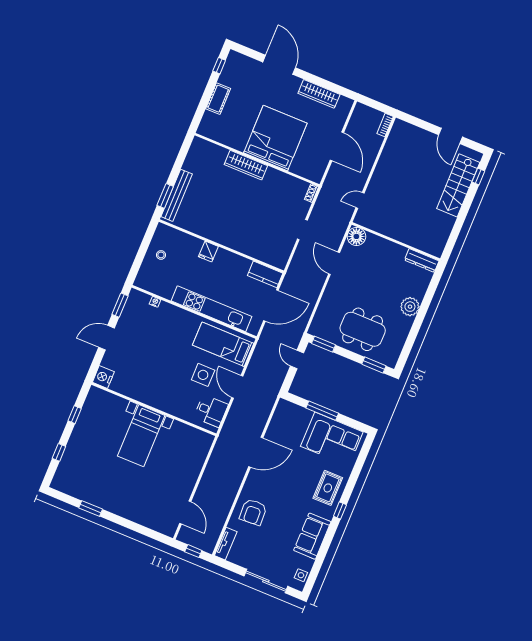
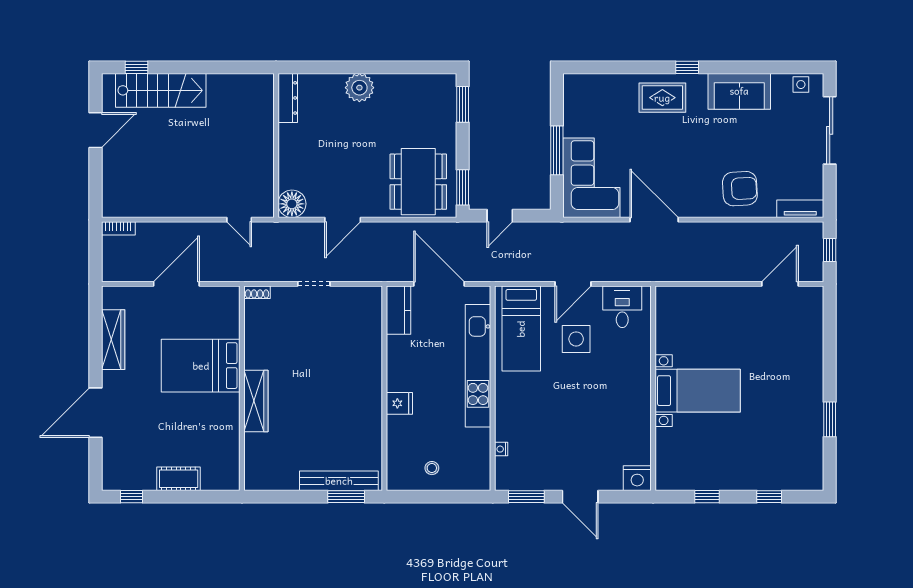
bed: (275, 138) -> (201, 366), width x0.73
dining table: (363, 329) -> (418, 182), moved
corner sofa: (332, 439) -> (591, 178), moved

